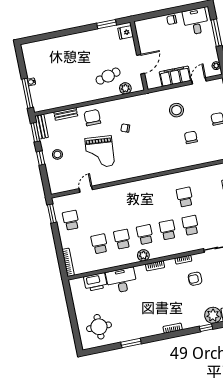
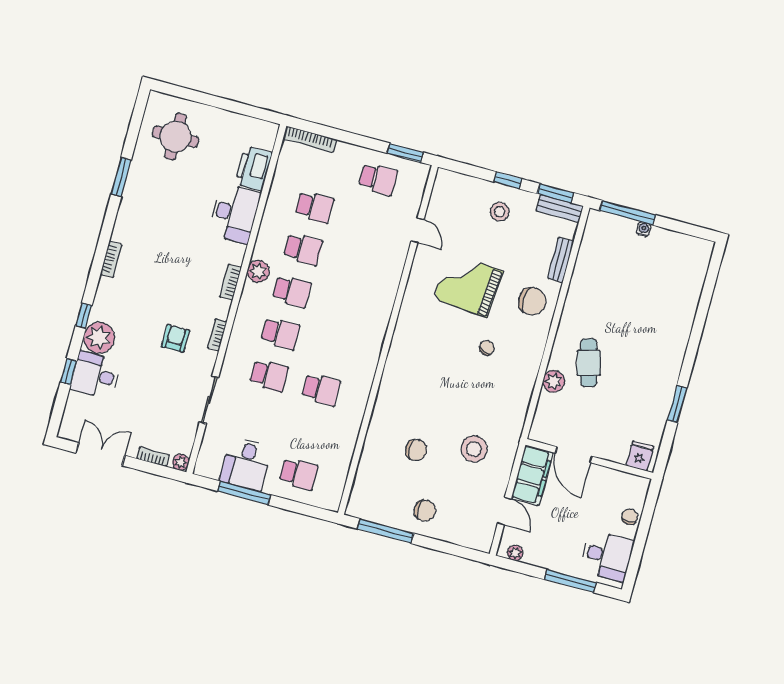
fridge: (126, 32) -> (640, 456), moved
wall: (139, 56) -> (589, 459), moved
door: (141, 64) -> (574, 455), moved

